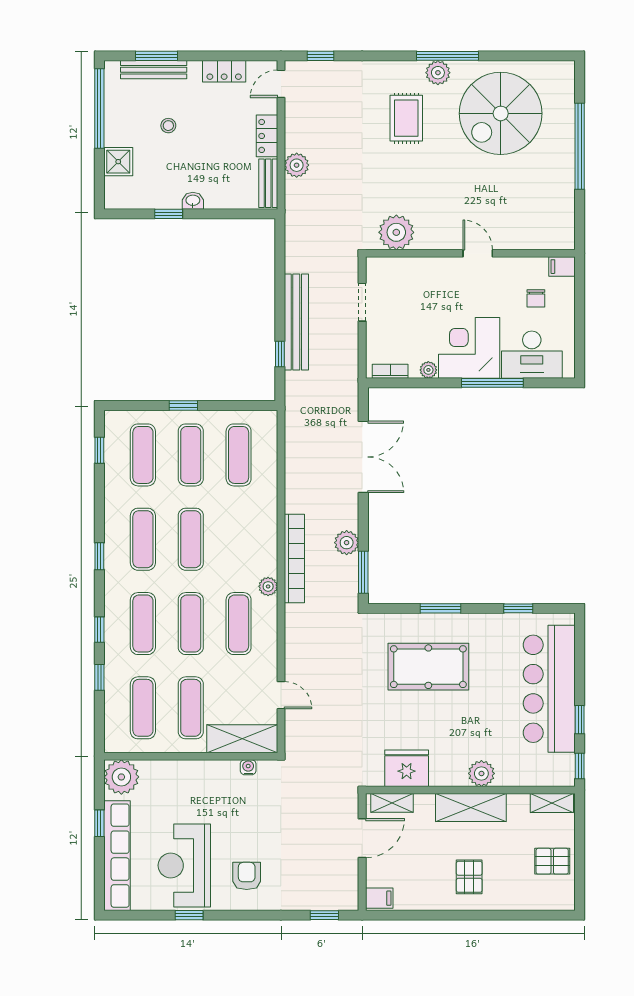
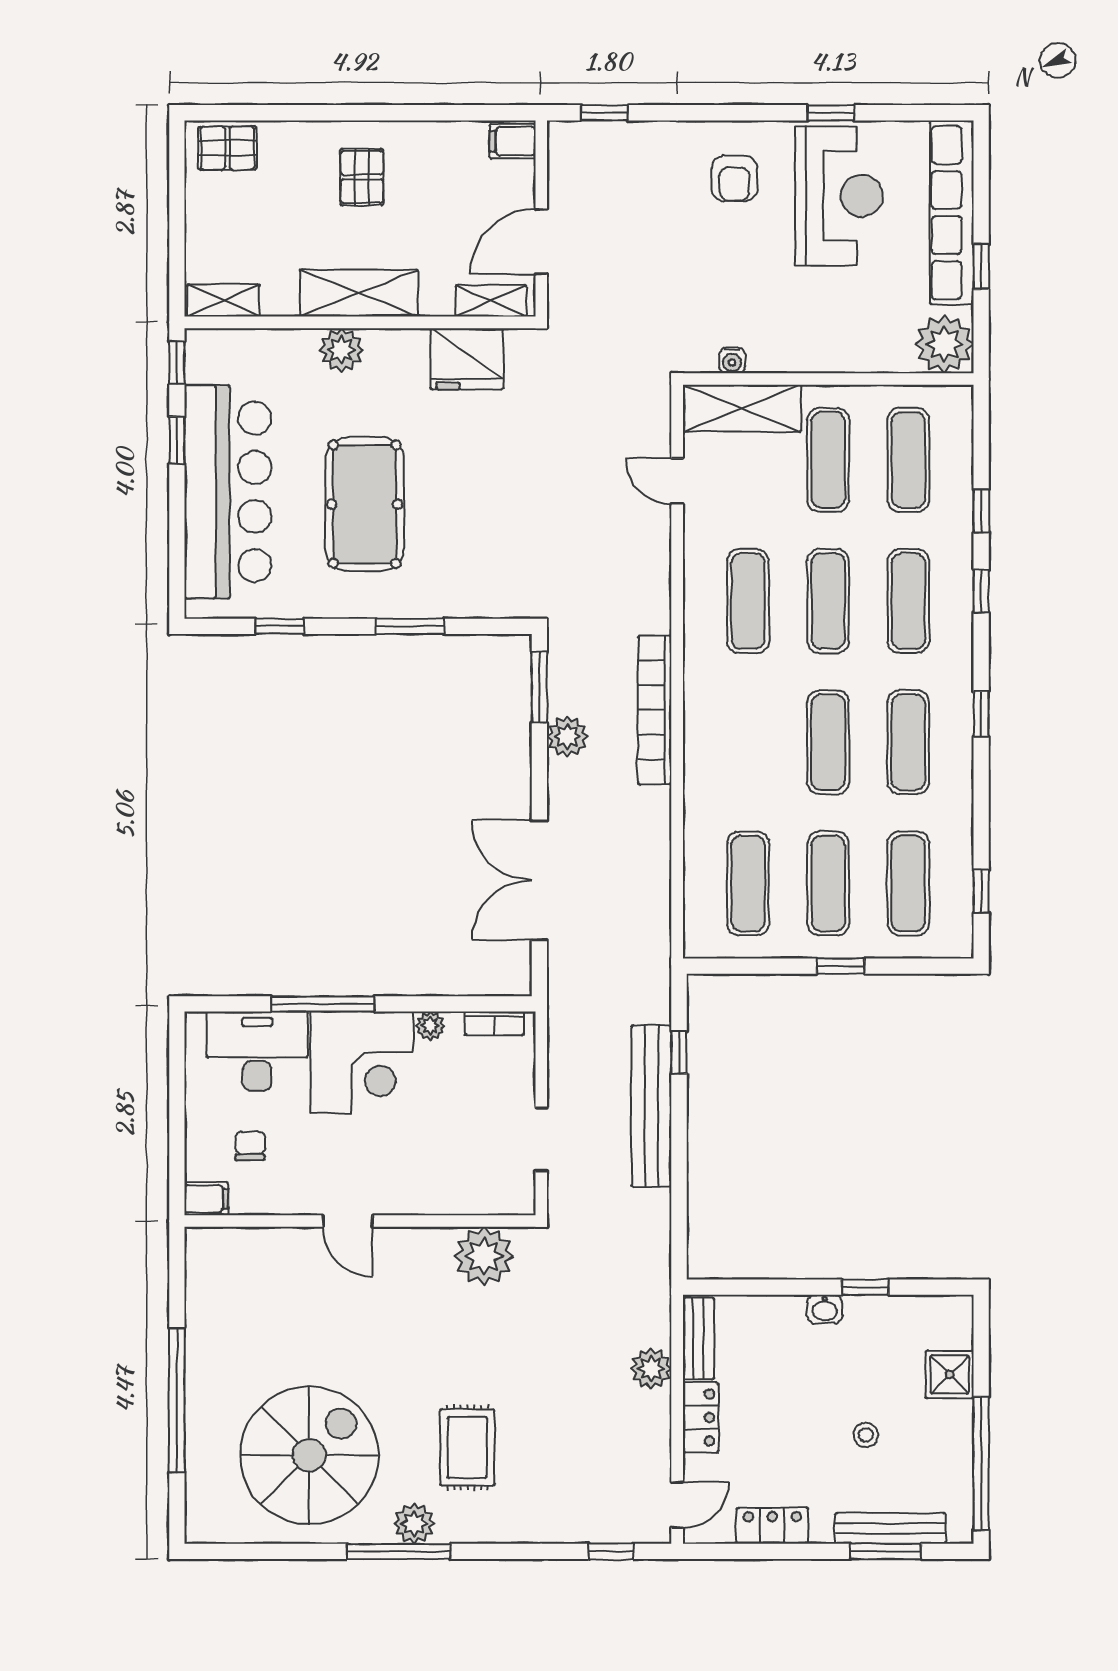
plant: (268, 586) -> (699, 663), removed
pool table: (428, 667) -> (365, 504), moved, turned 90
pallet: (552, 861) -> (227, 148), moved

